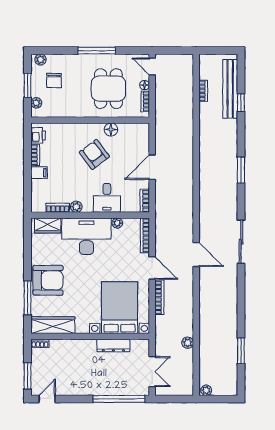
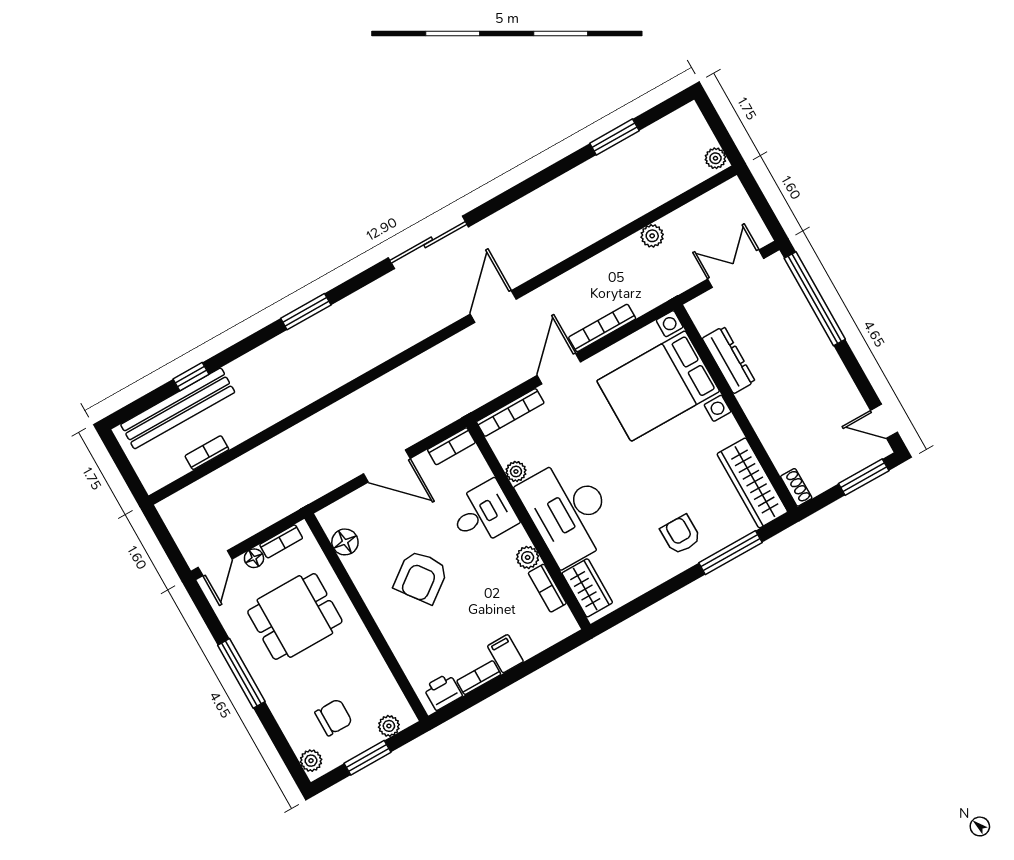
floor lamp: (111, 130) -> (345, 542), moved
armchair: (48, 280) -> (681, 535), width x0.53, depth x0.53

